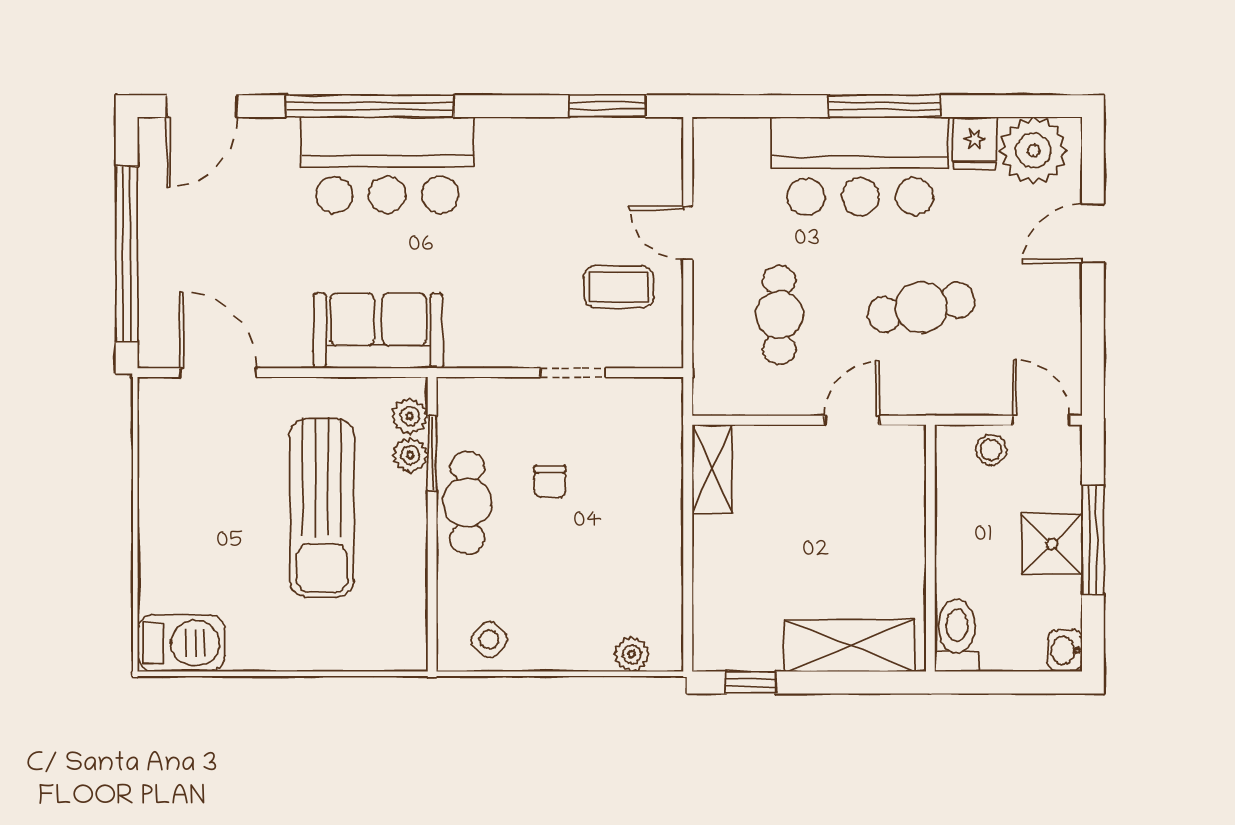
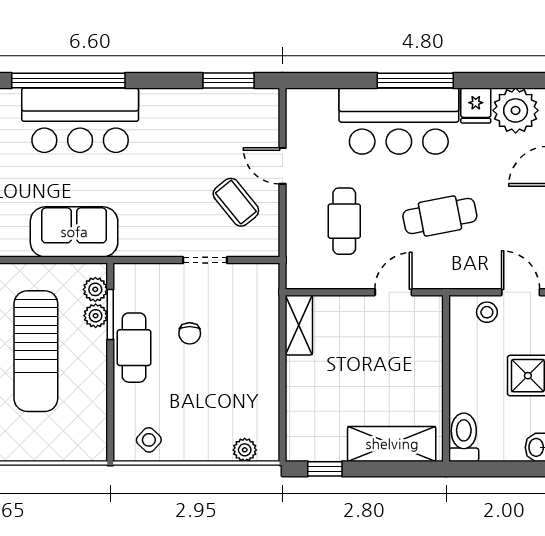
coffee table: (618, 287) -> (236, 202), turned 51

